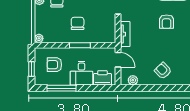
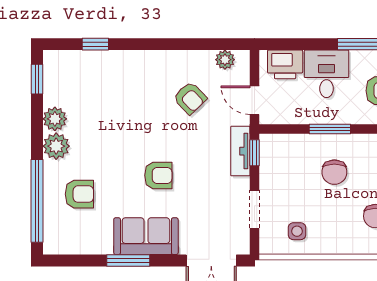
armchair: (167, 22) -> (158, 175), turned 90
window: (118, 33) -> (255, 153), added
armchair: (163, 71) -> (190, 98), moved

